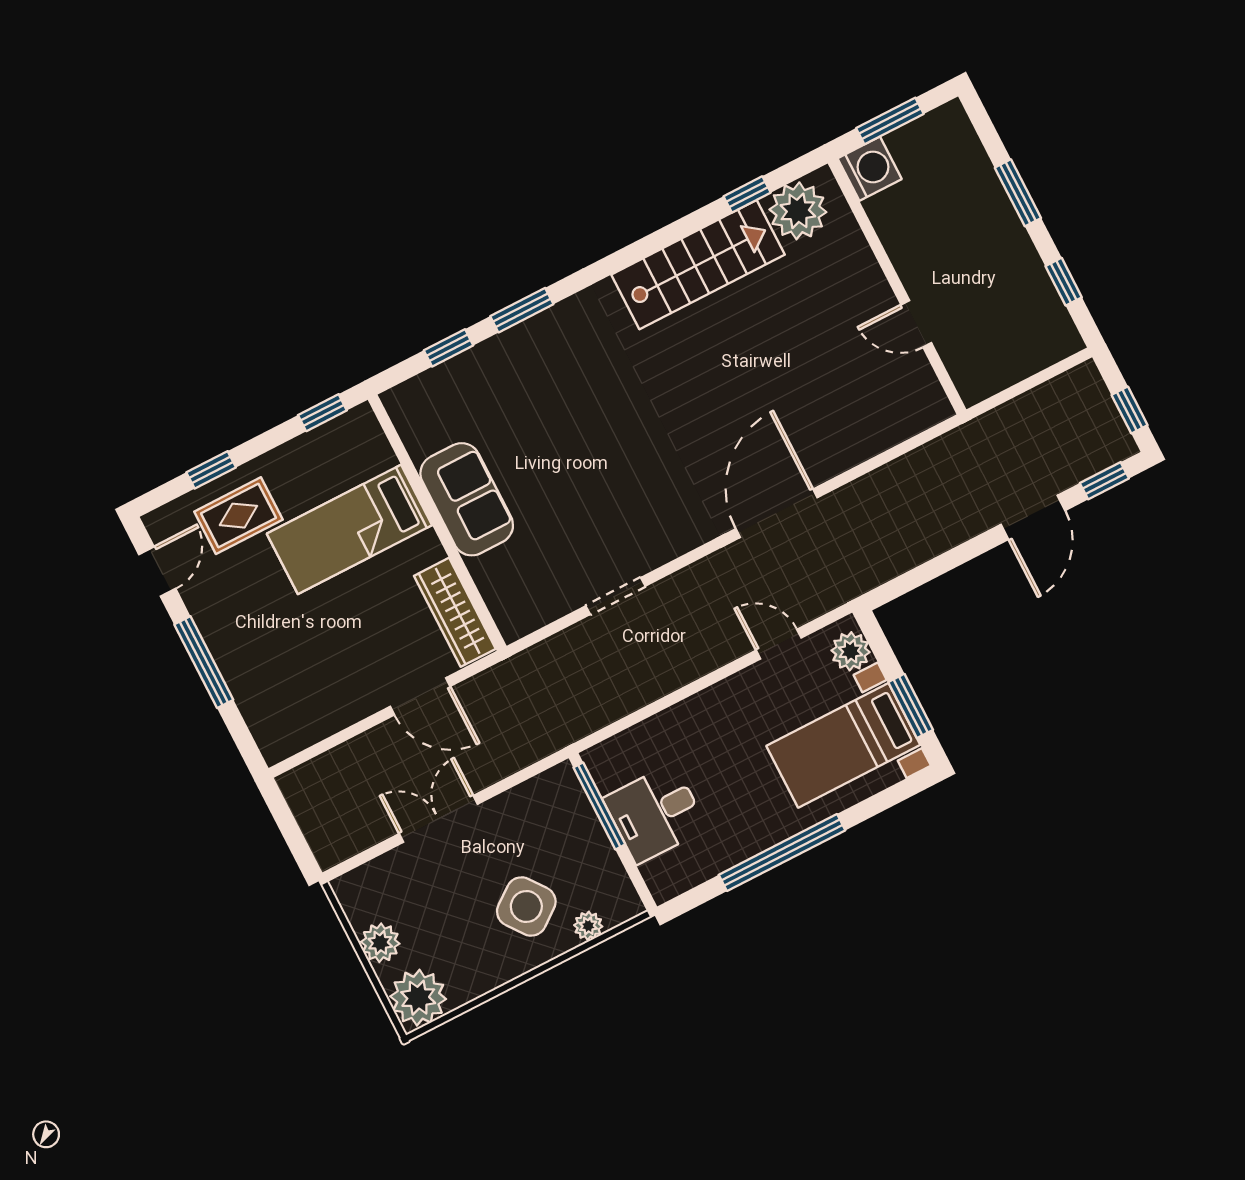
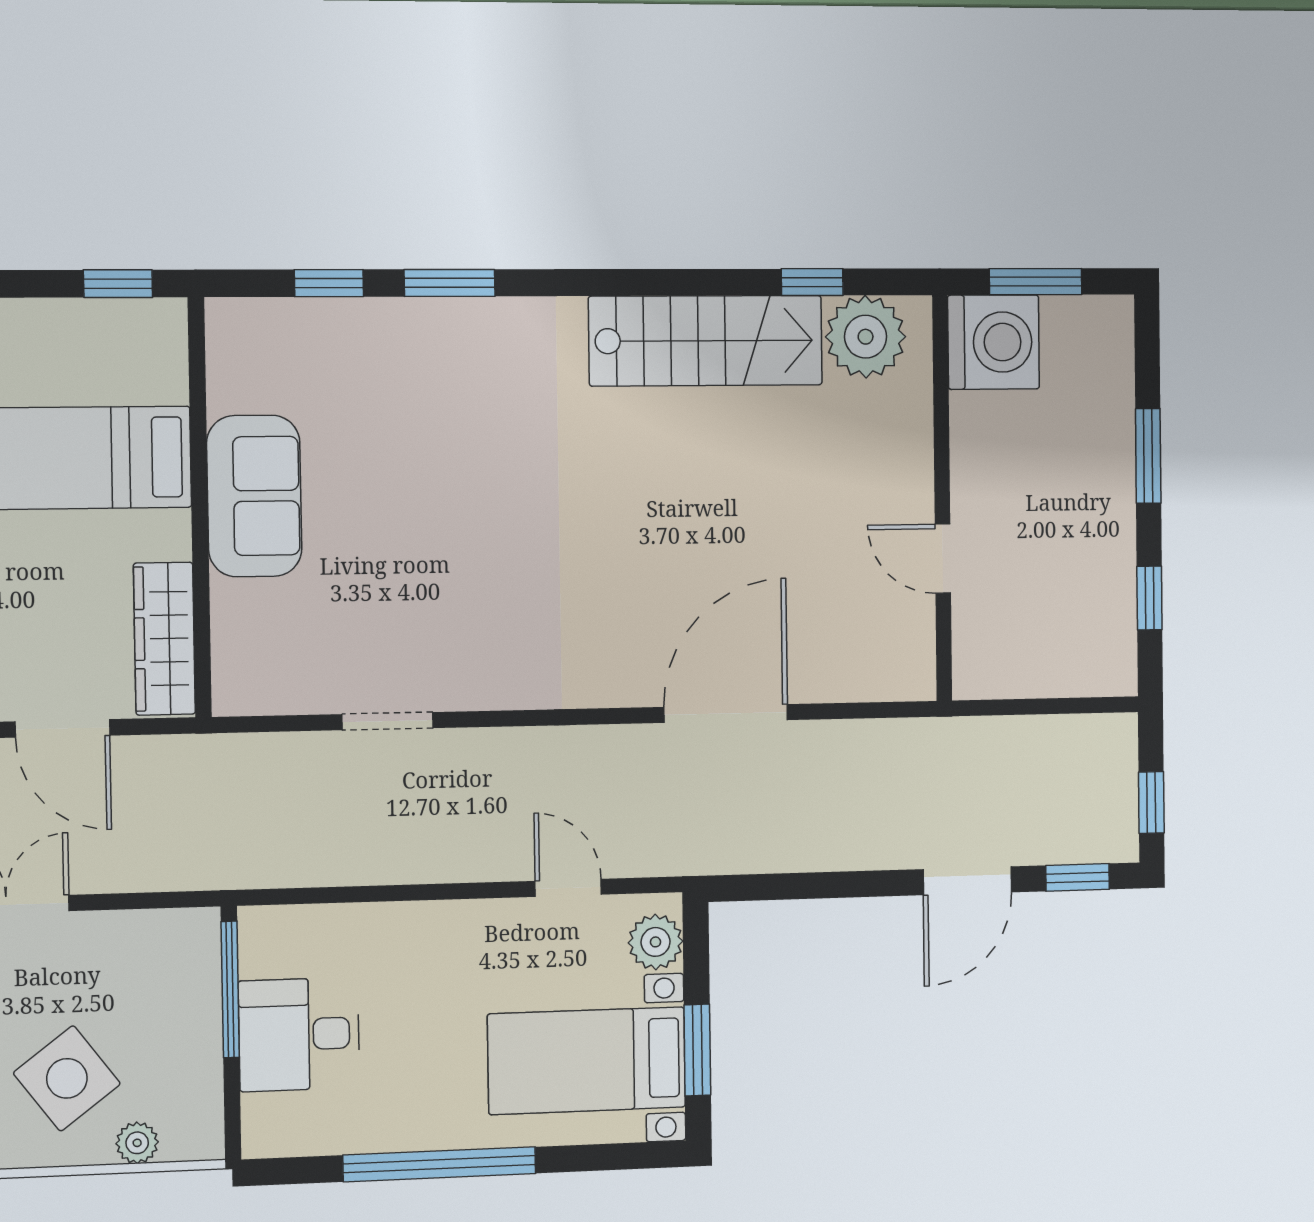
washing machine: (870, 169) -> (993, 342), width x1.37, depth x1.37
door: (777, 513) -> (726, 714), moved

